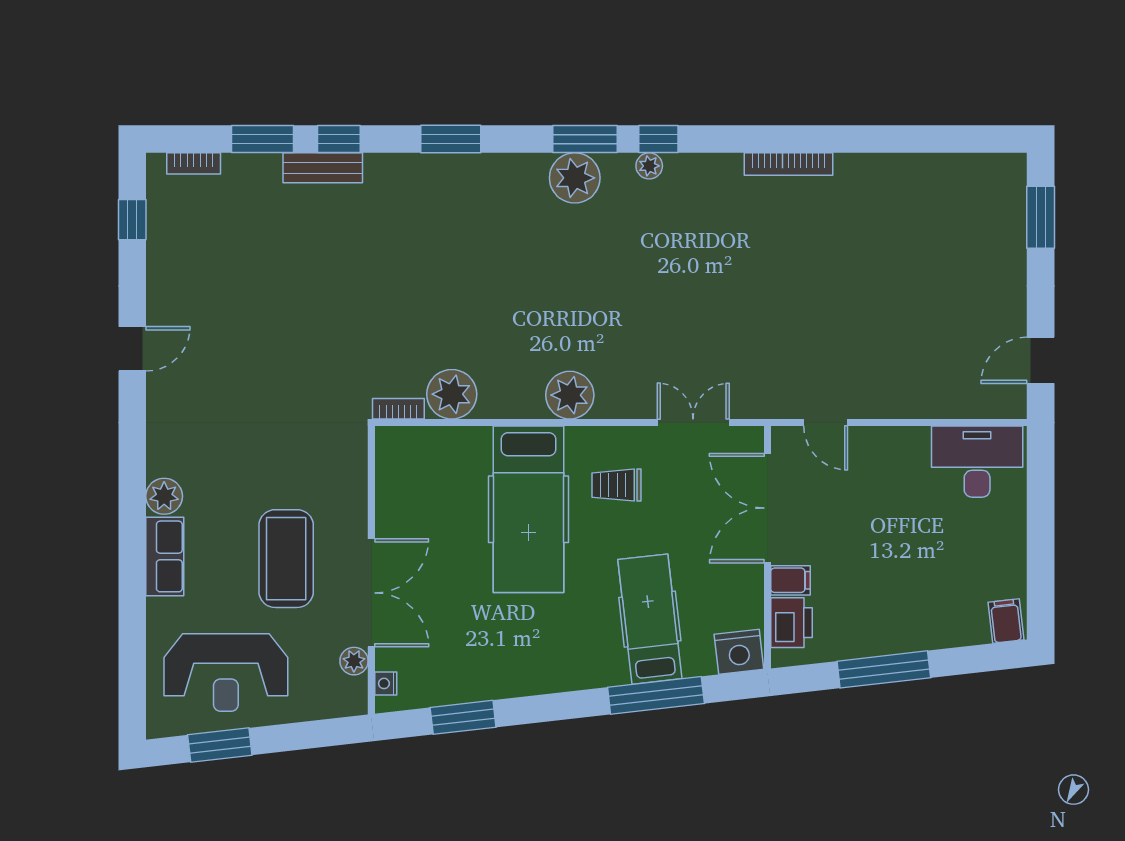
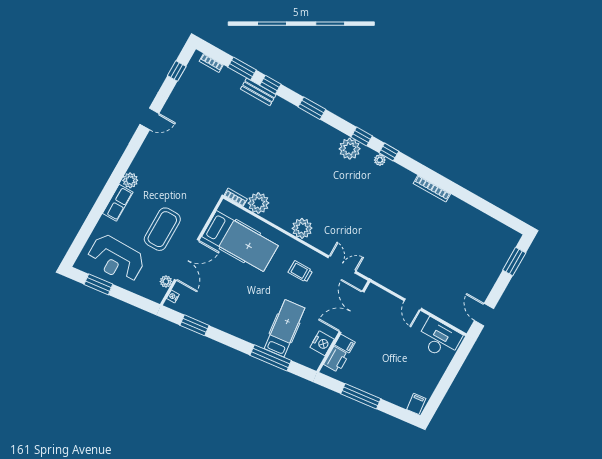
window: (585, 139) -> (362, 136), width x0.67
door: (1041, 360) -> (484, 315), hinge flipped
door: (826, 422) -> (413, 305), moved
hospital bed: (528, 509) -> (240, 241), moved, turned -90
nightstand: (739, 652) -> (322, 343), moved, turned -84

